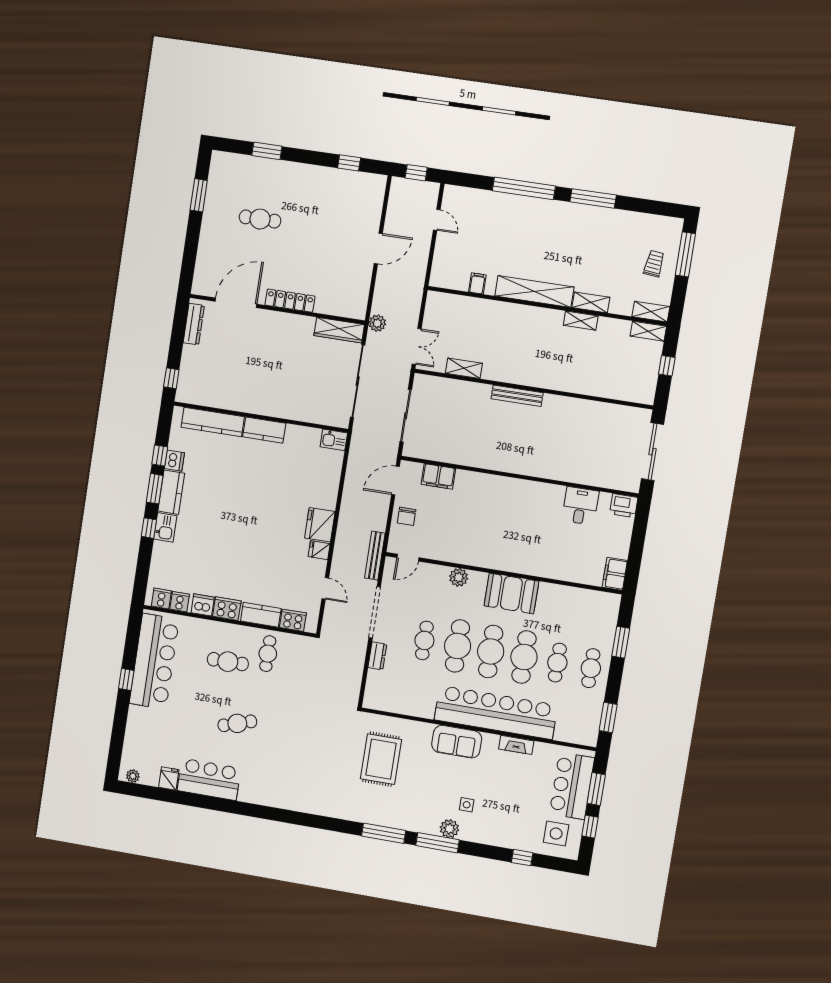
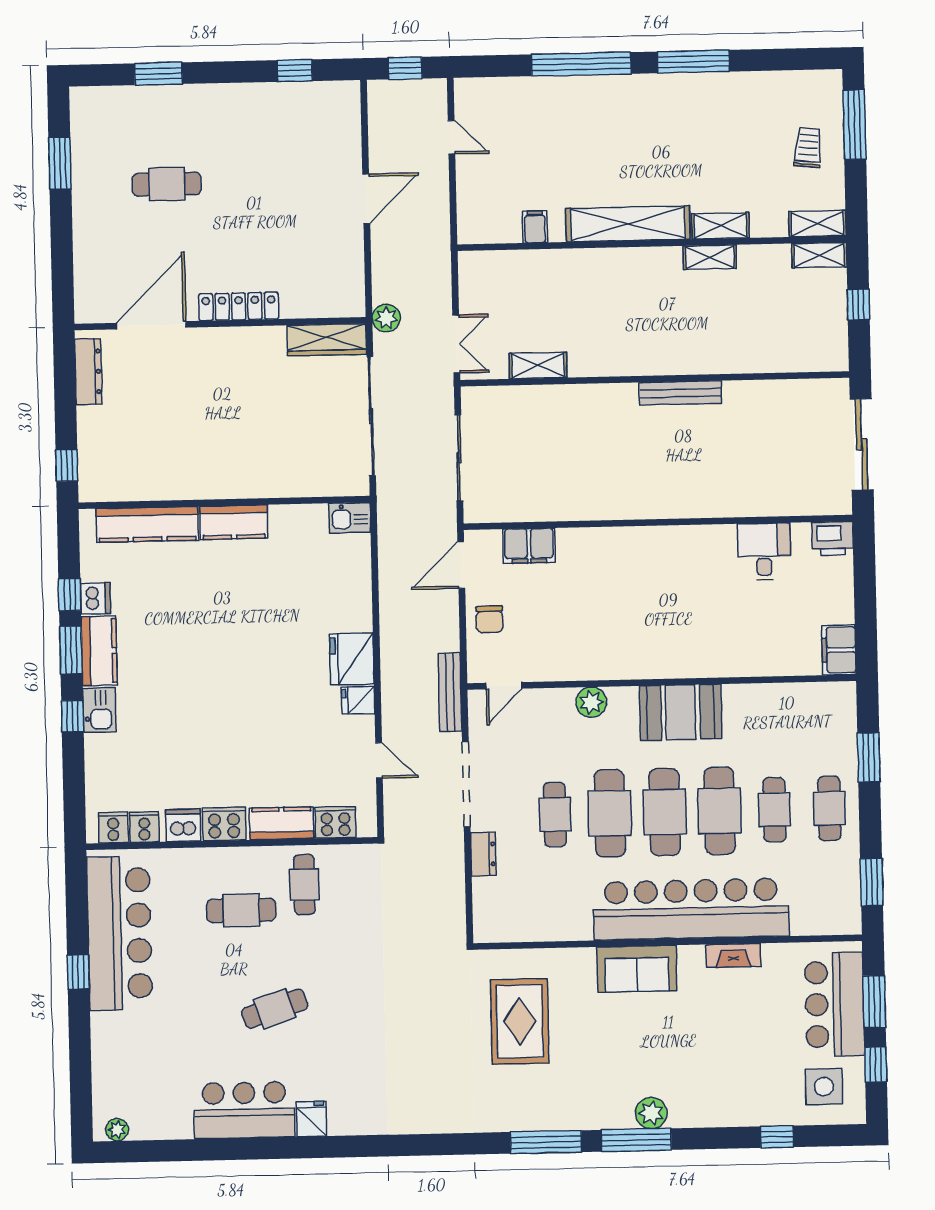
bench: (517, 396) -> (680, 393), moved
fridge: (169, 778) -> (312, 1119), moved
side table: (467, 805) -> (672, 1068), removed

